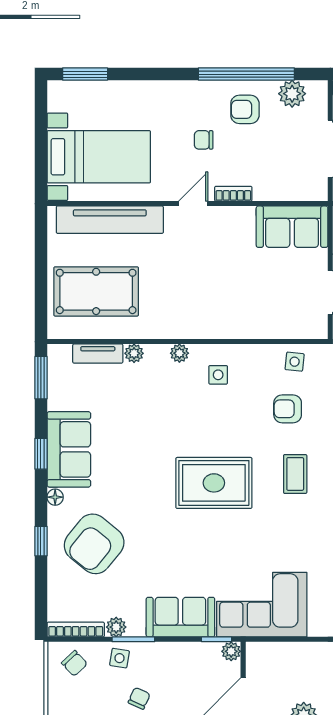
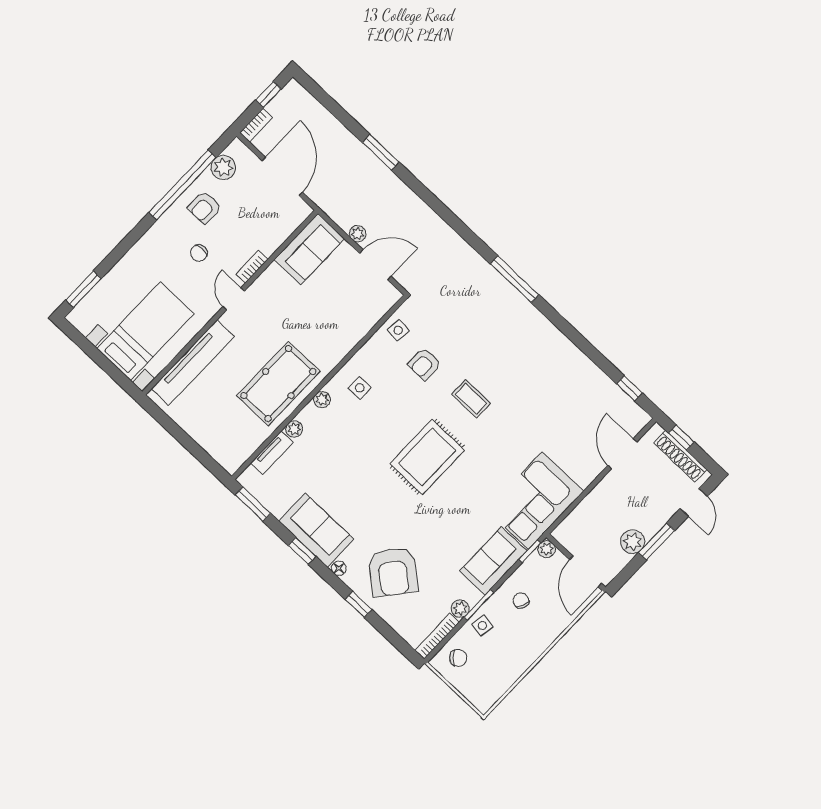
pool table: (96, 291) -> (278, 384), moved
chair: (139, 698) -> (521, 601), moved

